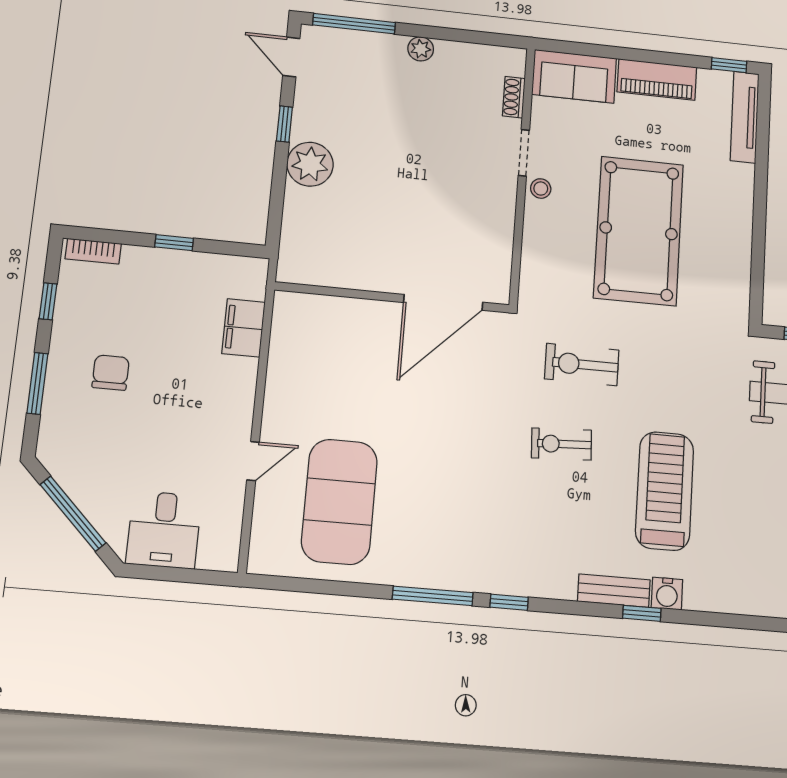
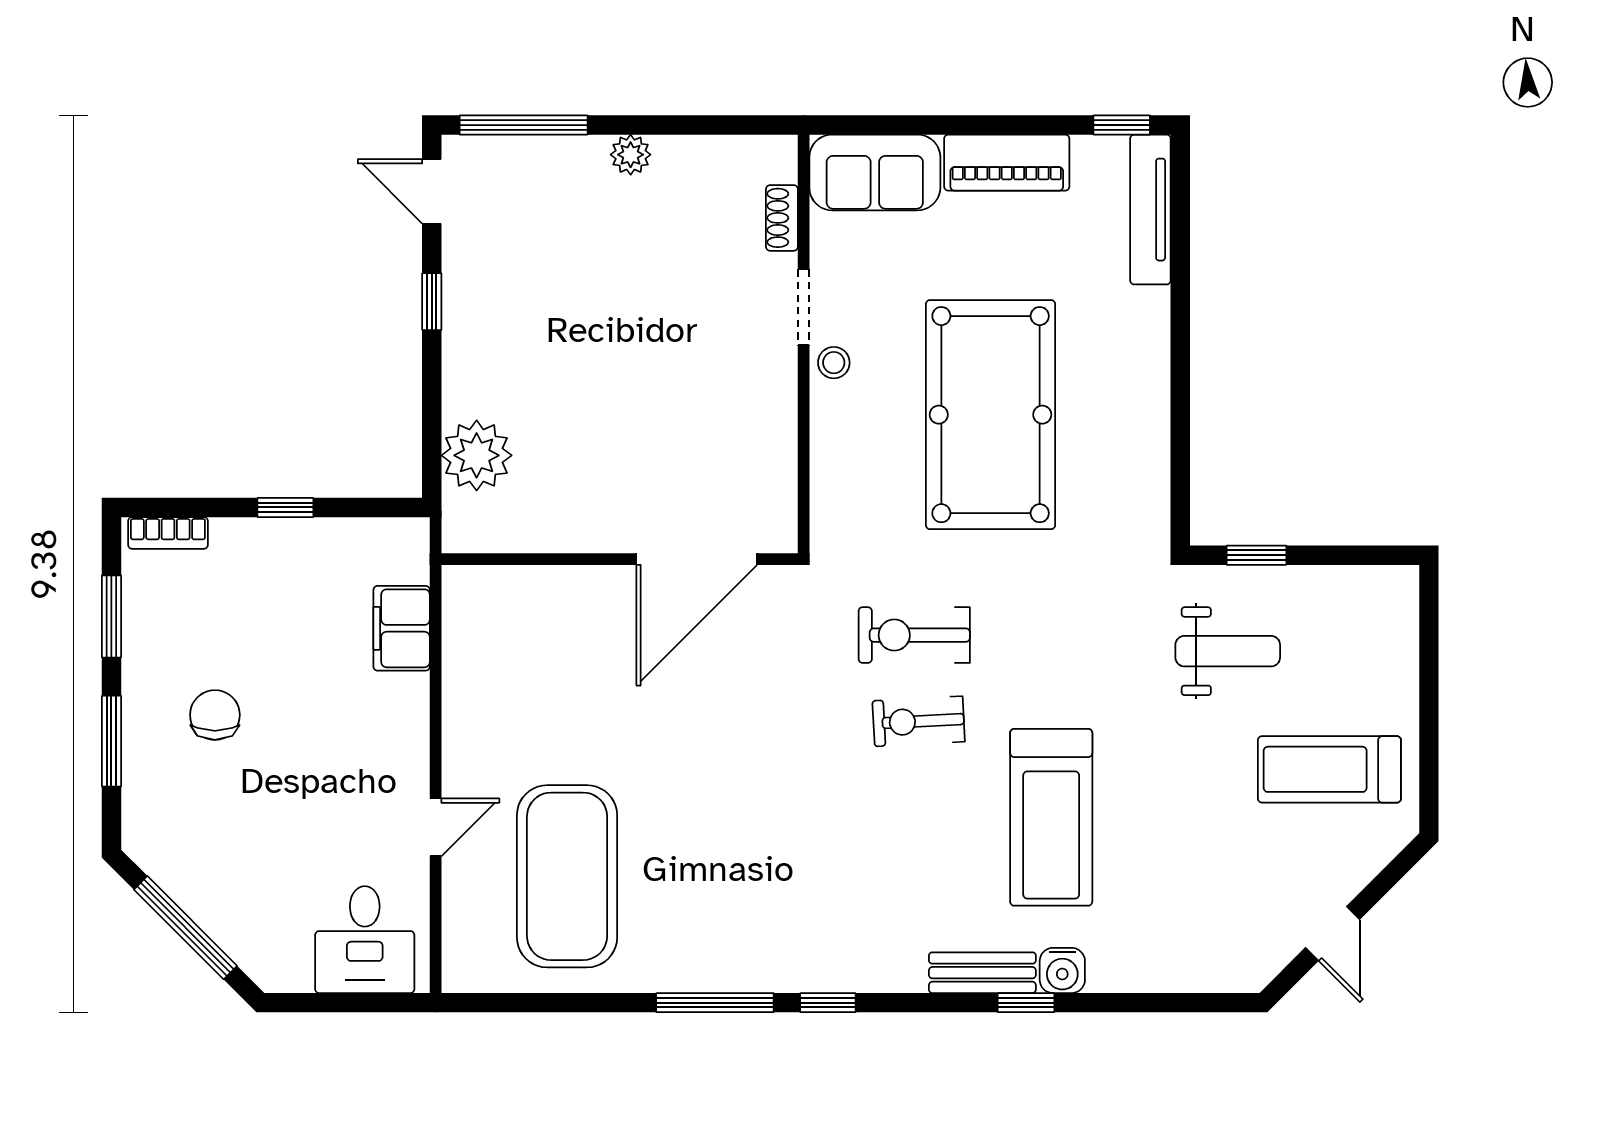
plant: (310, 164) -> (477, 455), moved
window: (48, 301) -> (111, 616), width x1.50
exercise bike: (561, 444) -> (919, 721), moved
treadmill: (665, 491) -> (1051, 817), turned 180
desk: (164, 530) -> (365, 940), moved

